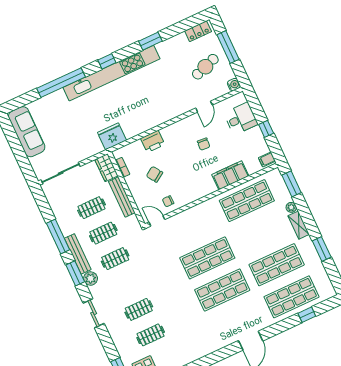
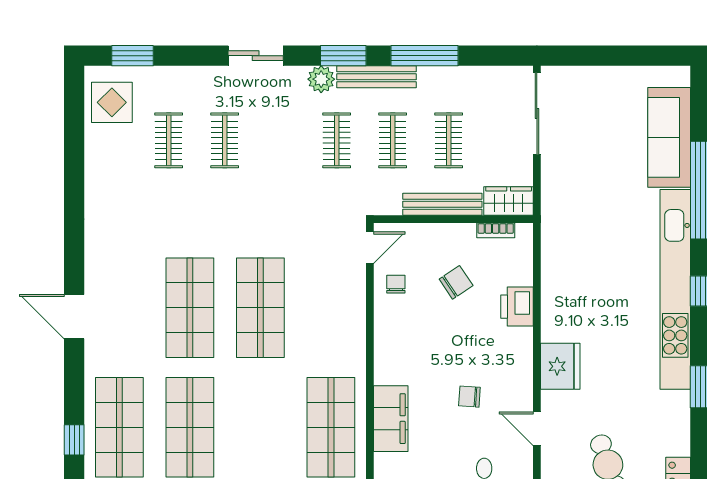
sofa: (27, 132) -> (669, 137), moved, turned 90
fridge: (112, 136) -> (560, 366), moved

